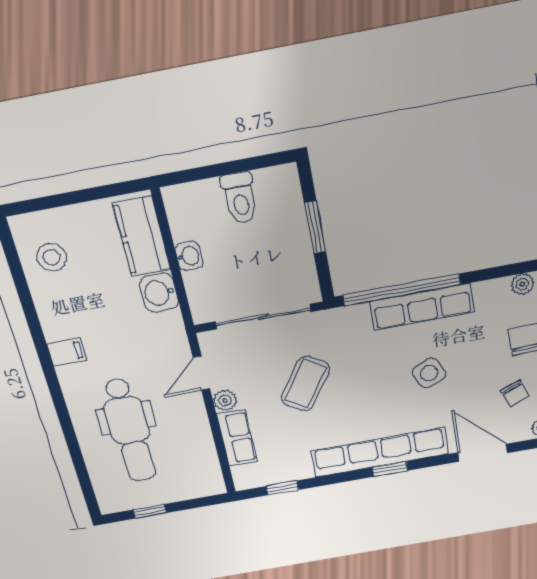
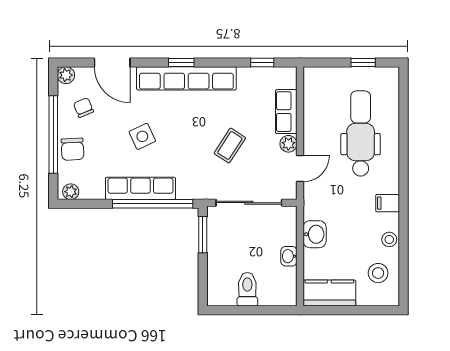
window: (315, 227) -> (203, 235), moved
kitchen counter: (142, 236) -> (329, 293), moved, turned -90
stool: (50, 306) -> (389, 239), added
coffee table: (305, 384) -> (230, 146), width x0.73, depth x0.77

